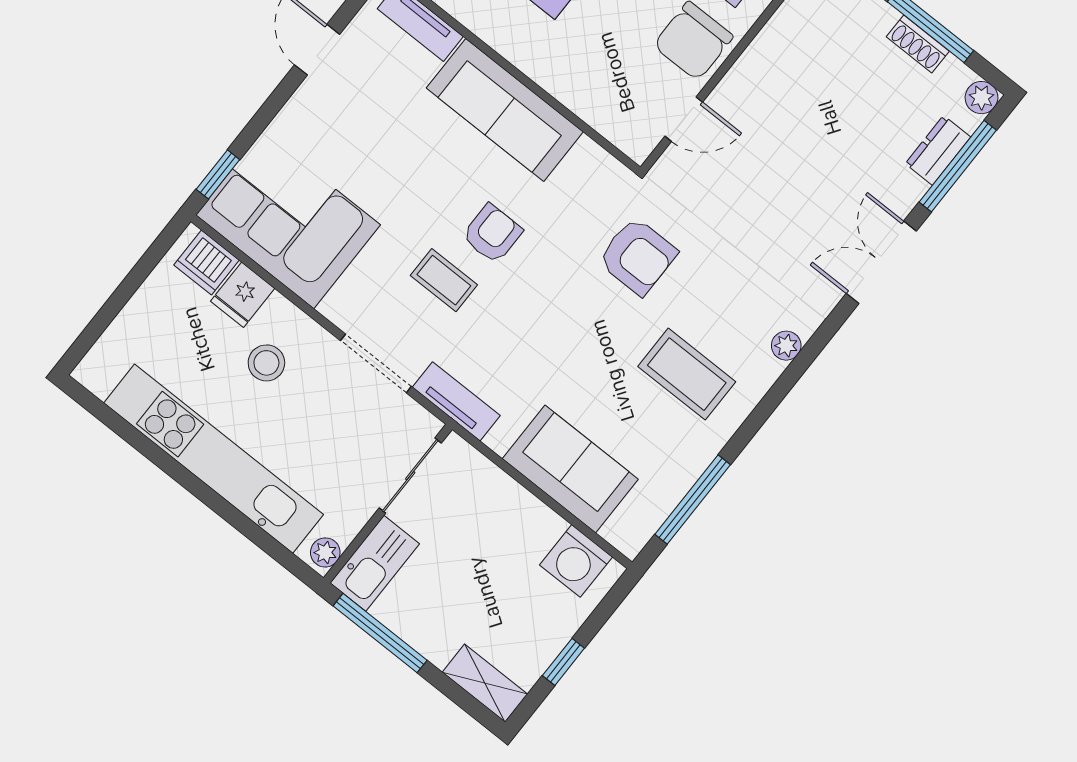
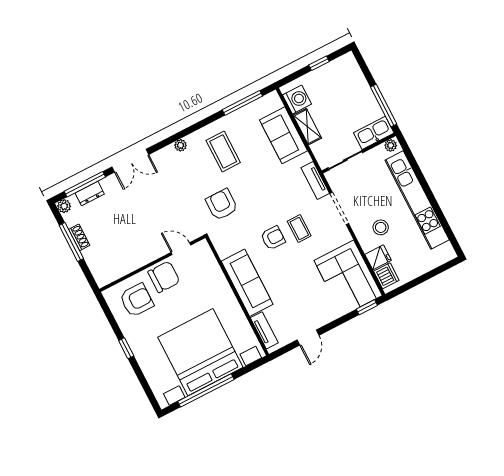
armchair: (492, 234) -> (273, 238), turned 180
shelving: (485, 683) -> (307, 127), moved

